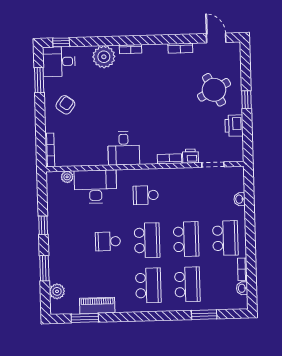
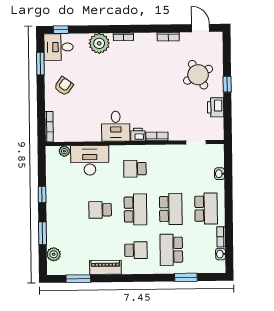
printer: (190, 156) -> (138, 135), moved
school desk: (187, 284) -> (171, 250), turned 180
school desk: (148, 285) -> (136, 250), width x0.54
piano: (97, 305) -> (105, 267), moved

